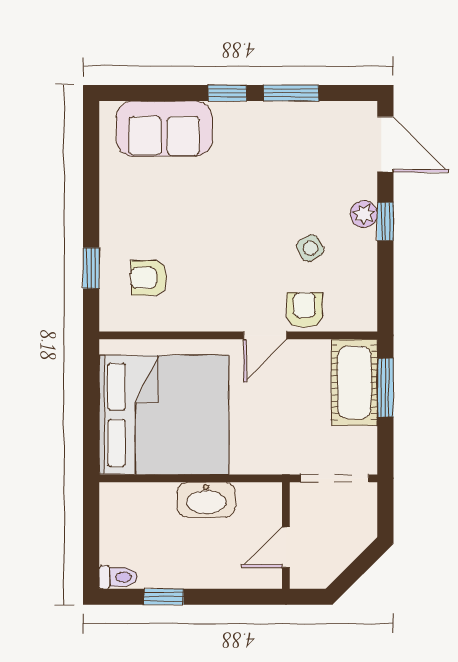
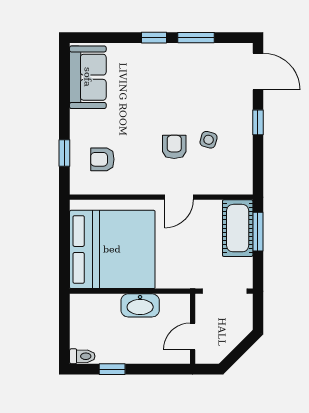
sofa: (164, 129) -> (88, 77), moved, turned -90
plant: (364, 214) -> (244, 117), removed
side table: (310, 248) -> (209, 140), turned 45
armchair: (305, 310) -> (174, 147), moved

